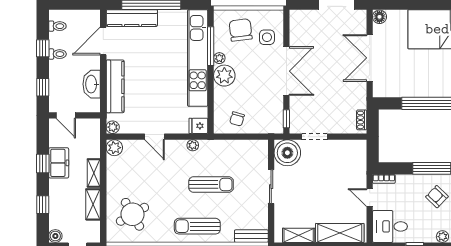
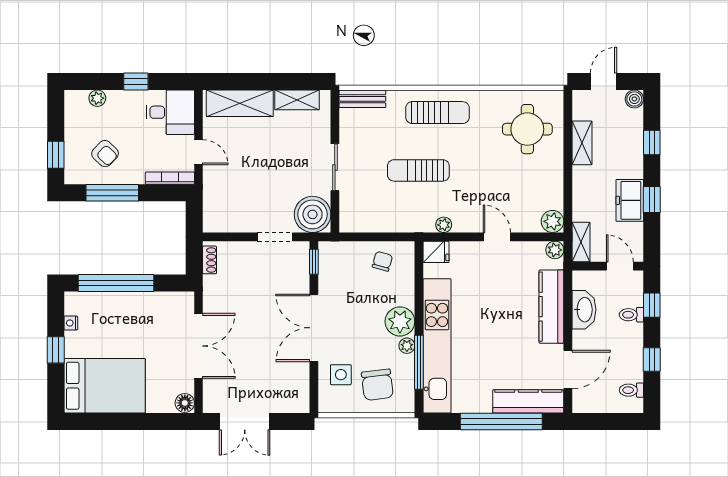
toilet: (57, 54) -> (631, 315), moved
shelving: (94, 173) -> (581, 242), moved
bookcase: (384, 179) -> (170, 178), width x1.56
round table: (132, 214) -> (527, 129), turned 30

